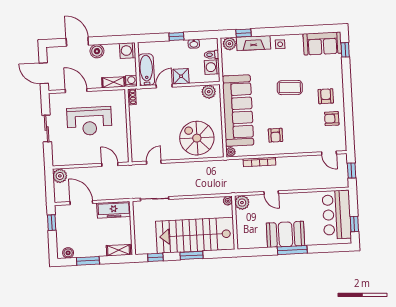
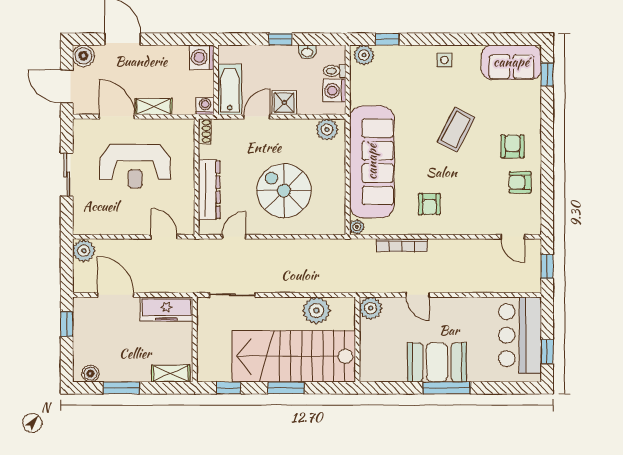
fireplace: (253, 43) -> (402, 56), removed
boiler: (97, 51) -> (83, 56), moved
shelving: (113, 82) -> (154, 107), moved
coffee table: (290, 88) -> (456, 130), turned -64
dresser: (137, 133) -> (209, 190), added
spiral stairs: (197, 138) -> (284, 191), moved
plant: (228, 201) -> (316, 310), moved, width x1.88, depth x1.88

